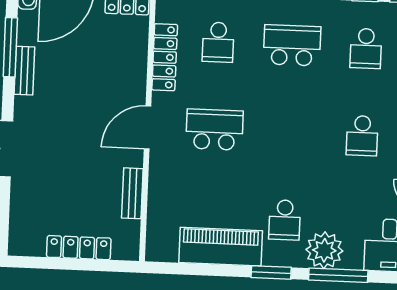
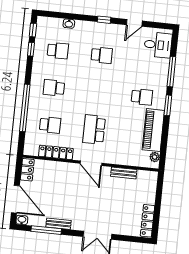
school desk: (292, 45) -> (54, 88), width x0.54
locker: (79, 248) -> (148, 221), moved
plant: (324, 250) -> (155, 157), moved, width x0.53, depth x0.53

